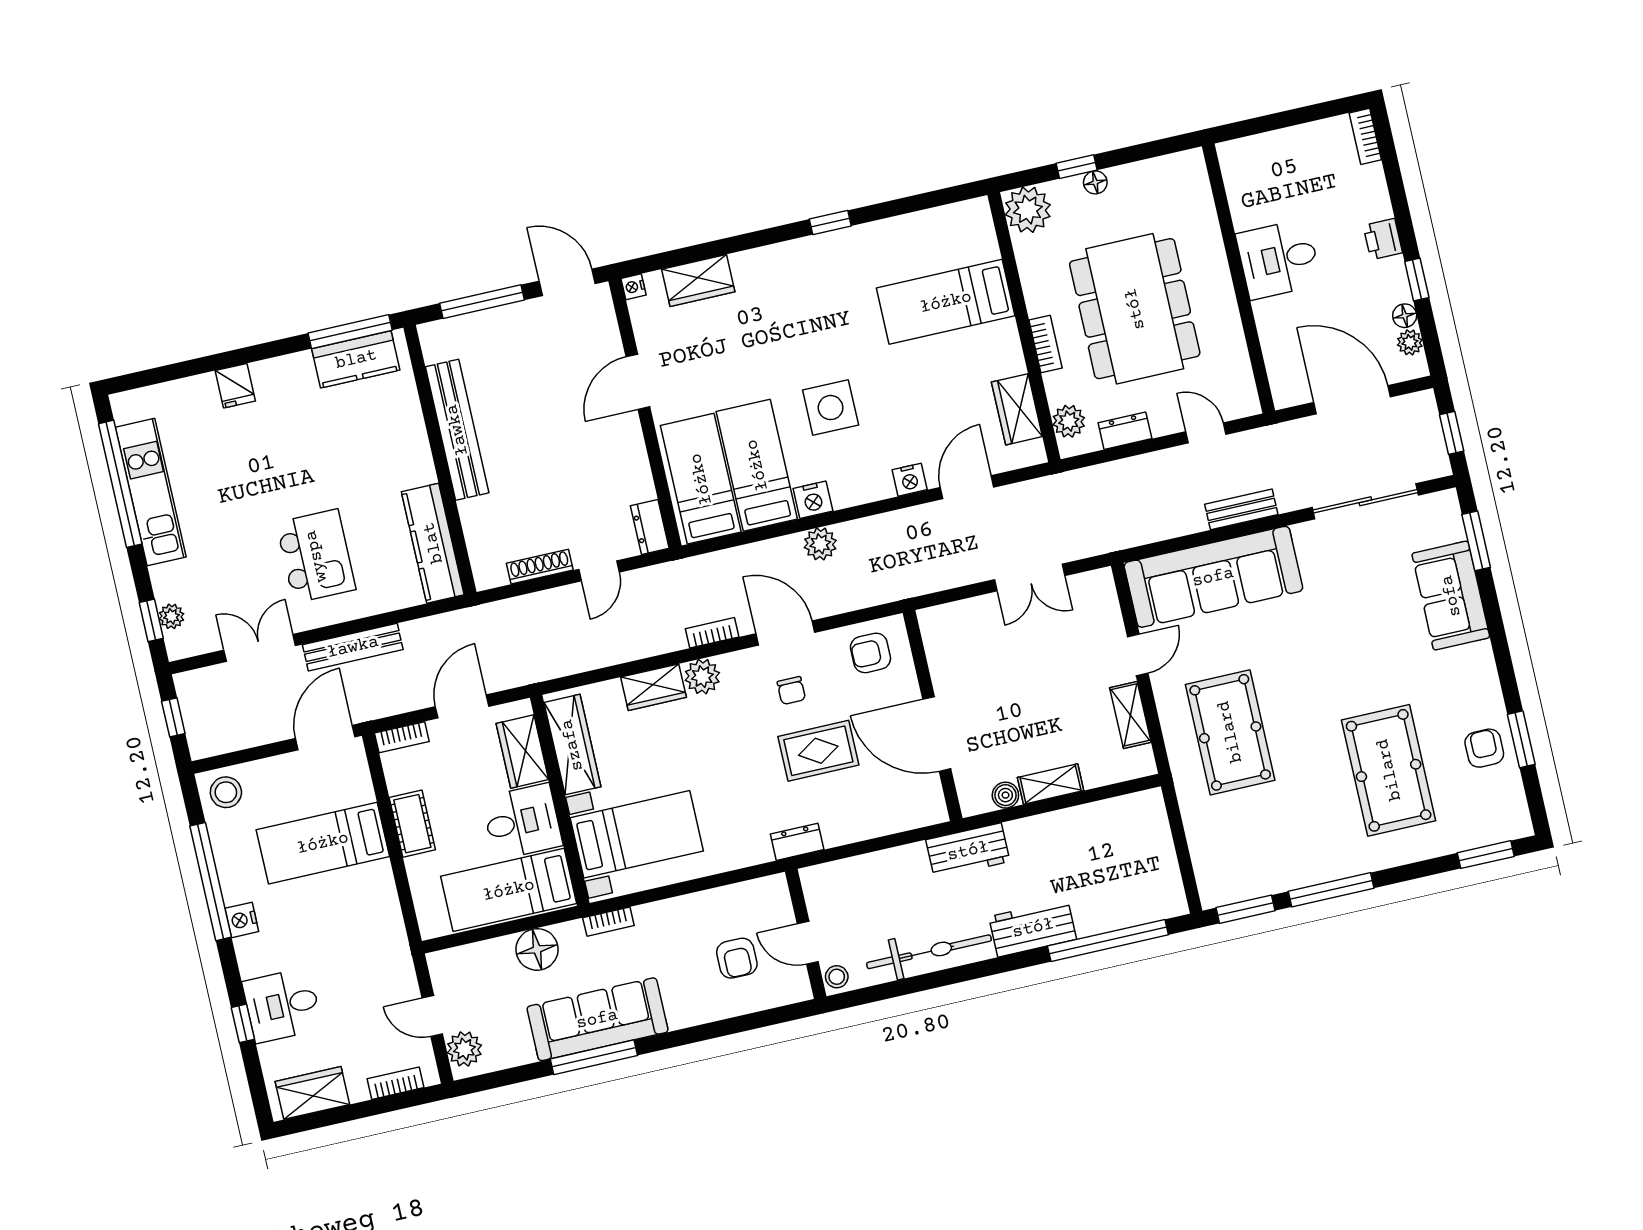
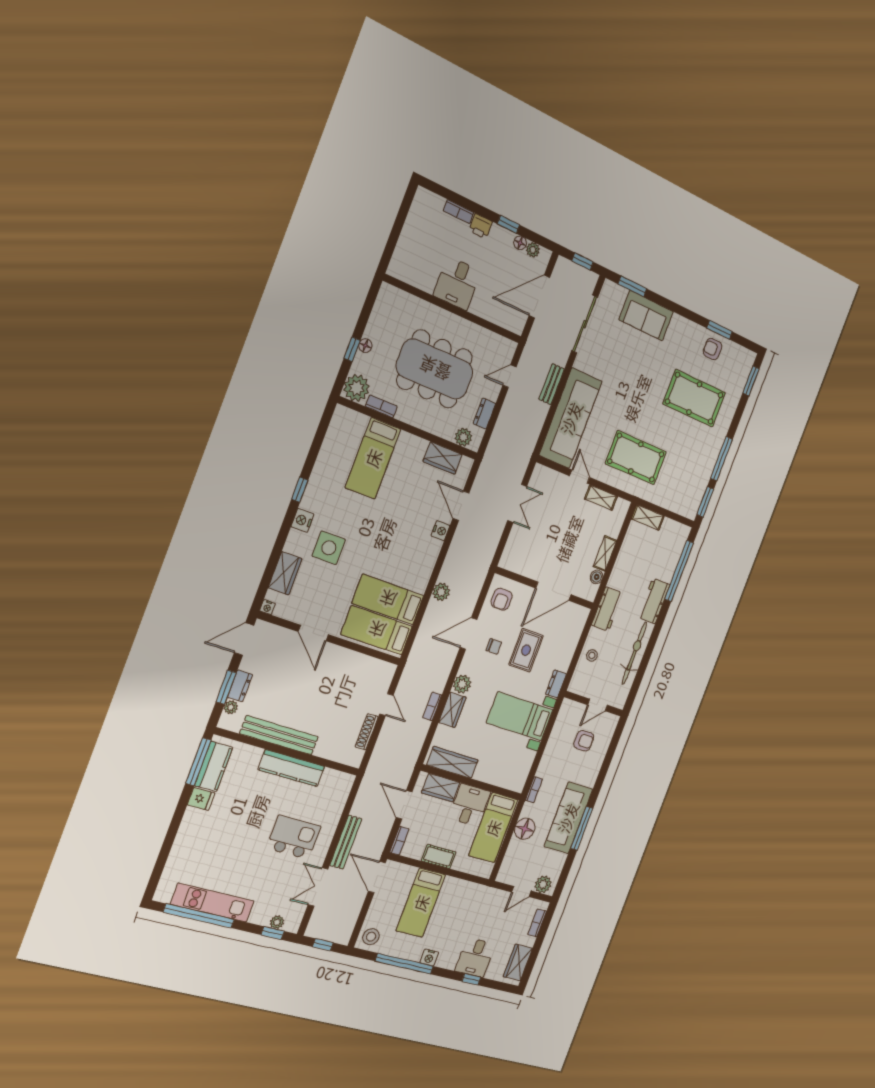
bookcase: (1365, 136) -> (459, 212), moved
window: (482, 302) -> (226, 687), width x0.69
plant: (457, 328) -> (231, 707), added
bookcase: (1046, 344) -> (381, 406), moved
fridge: (235, 386) -> (201, 799), moved
side table: (831, 408) -> (329, 548), moved
nightstand: (813, 500) -> (303, 520), moved, turned 180
dresser: (650, 527) -> (240, 686), moved, turned -90
kitchen counter: (433, 543) -> (291, 768), moved
bookcase: (712, 633) -> (432, 706), moved
shelving: (1154, 821) -> (648, 517), added
bed with nightstands: (637, 834) -> (520, 716), moved, turned -90
stool: (837, 977) -> (592, 655), moved

